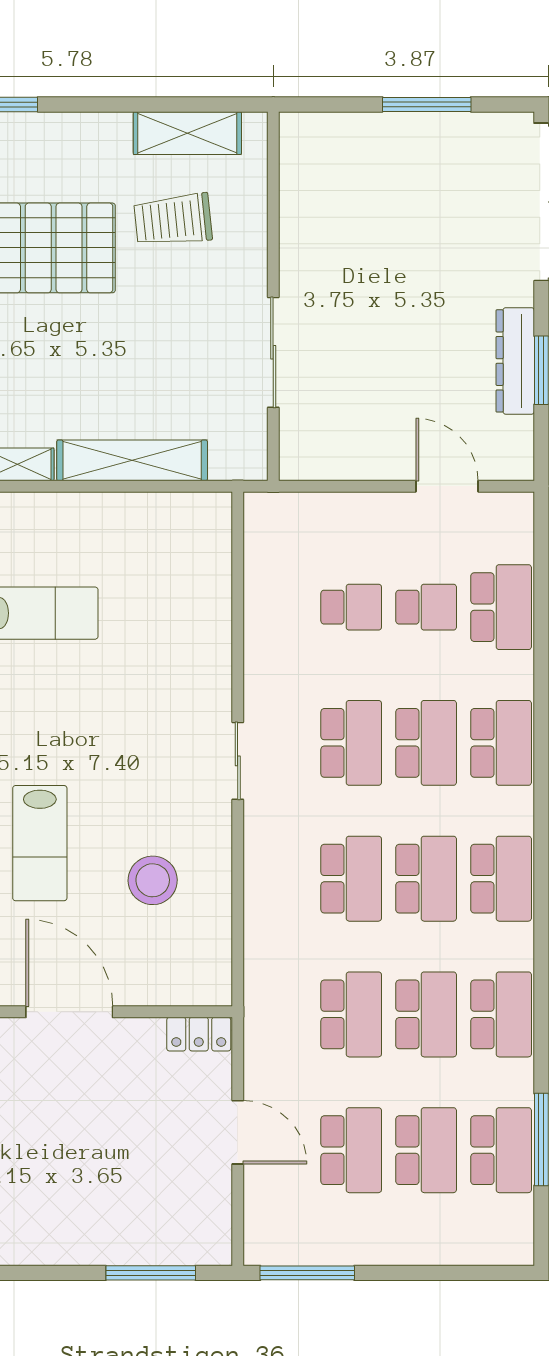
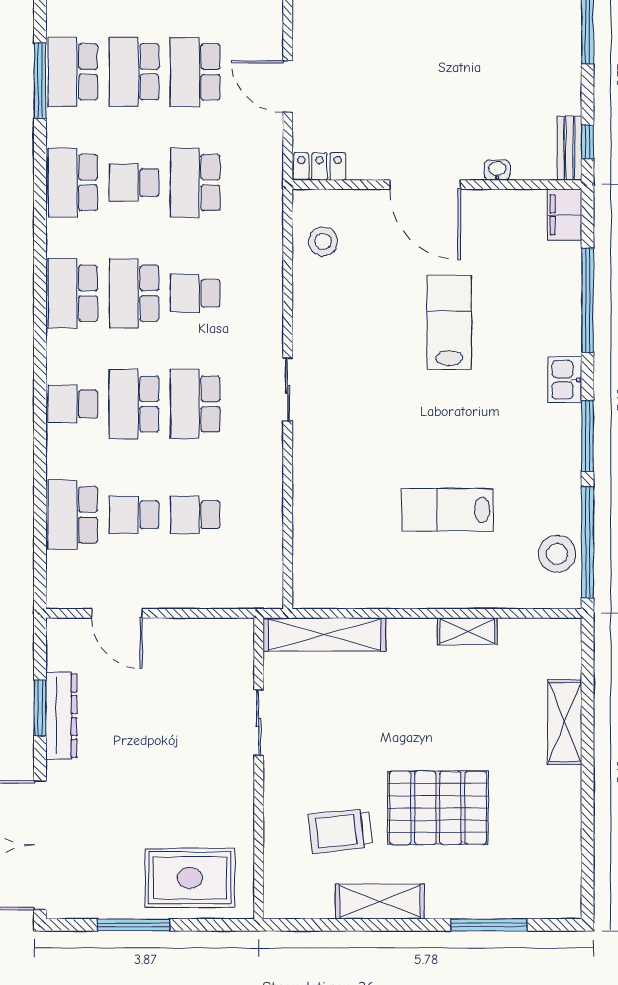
shelving: (187, 133) -> (380, 901), moved
rug: (358, 162) -> (190, 878), added
trolley: (173, 220) -> (340, 831), turned 180
sliding door: (273, 352) -> (259, 723), width x0.73
shelving: (132, 460) -> (324, 634), moved
school desk: (501, 743) -> (73, 404), width x0.54
school desk: (351, 879) -> (195, 293), width x0.54
stool: (153, 880) -> (323, 242), moved, width x0.73, depth x0.73
school desk: (426, 1014) -> (134, 183), width x0.54

